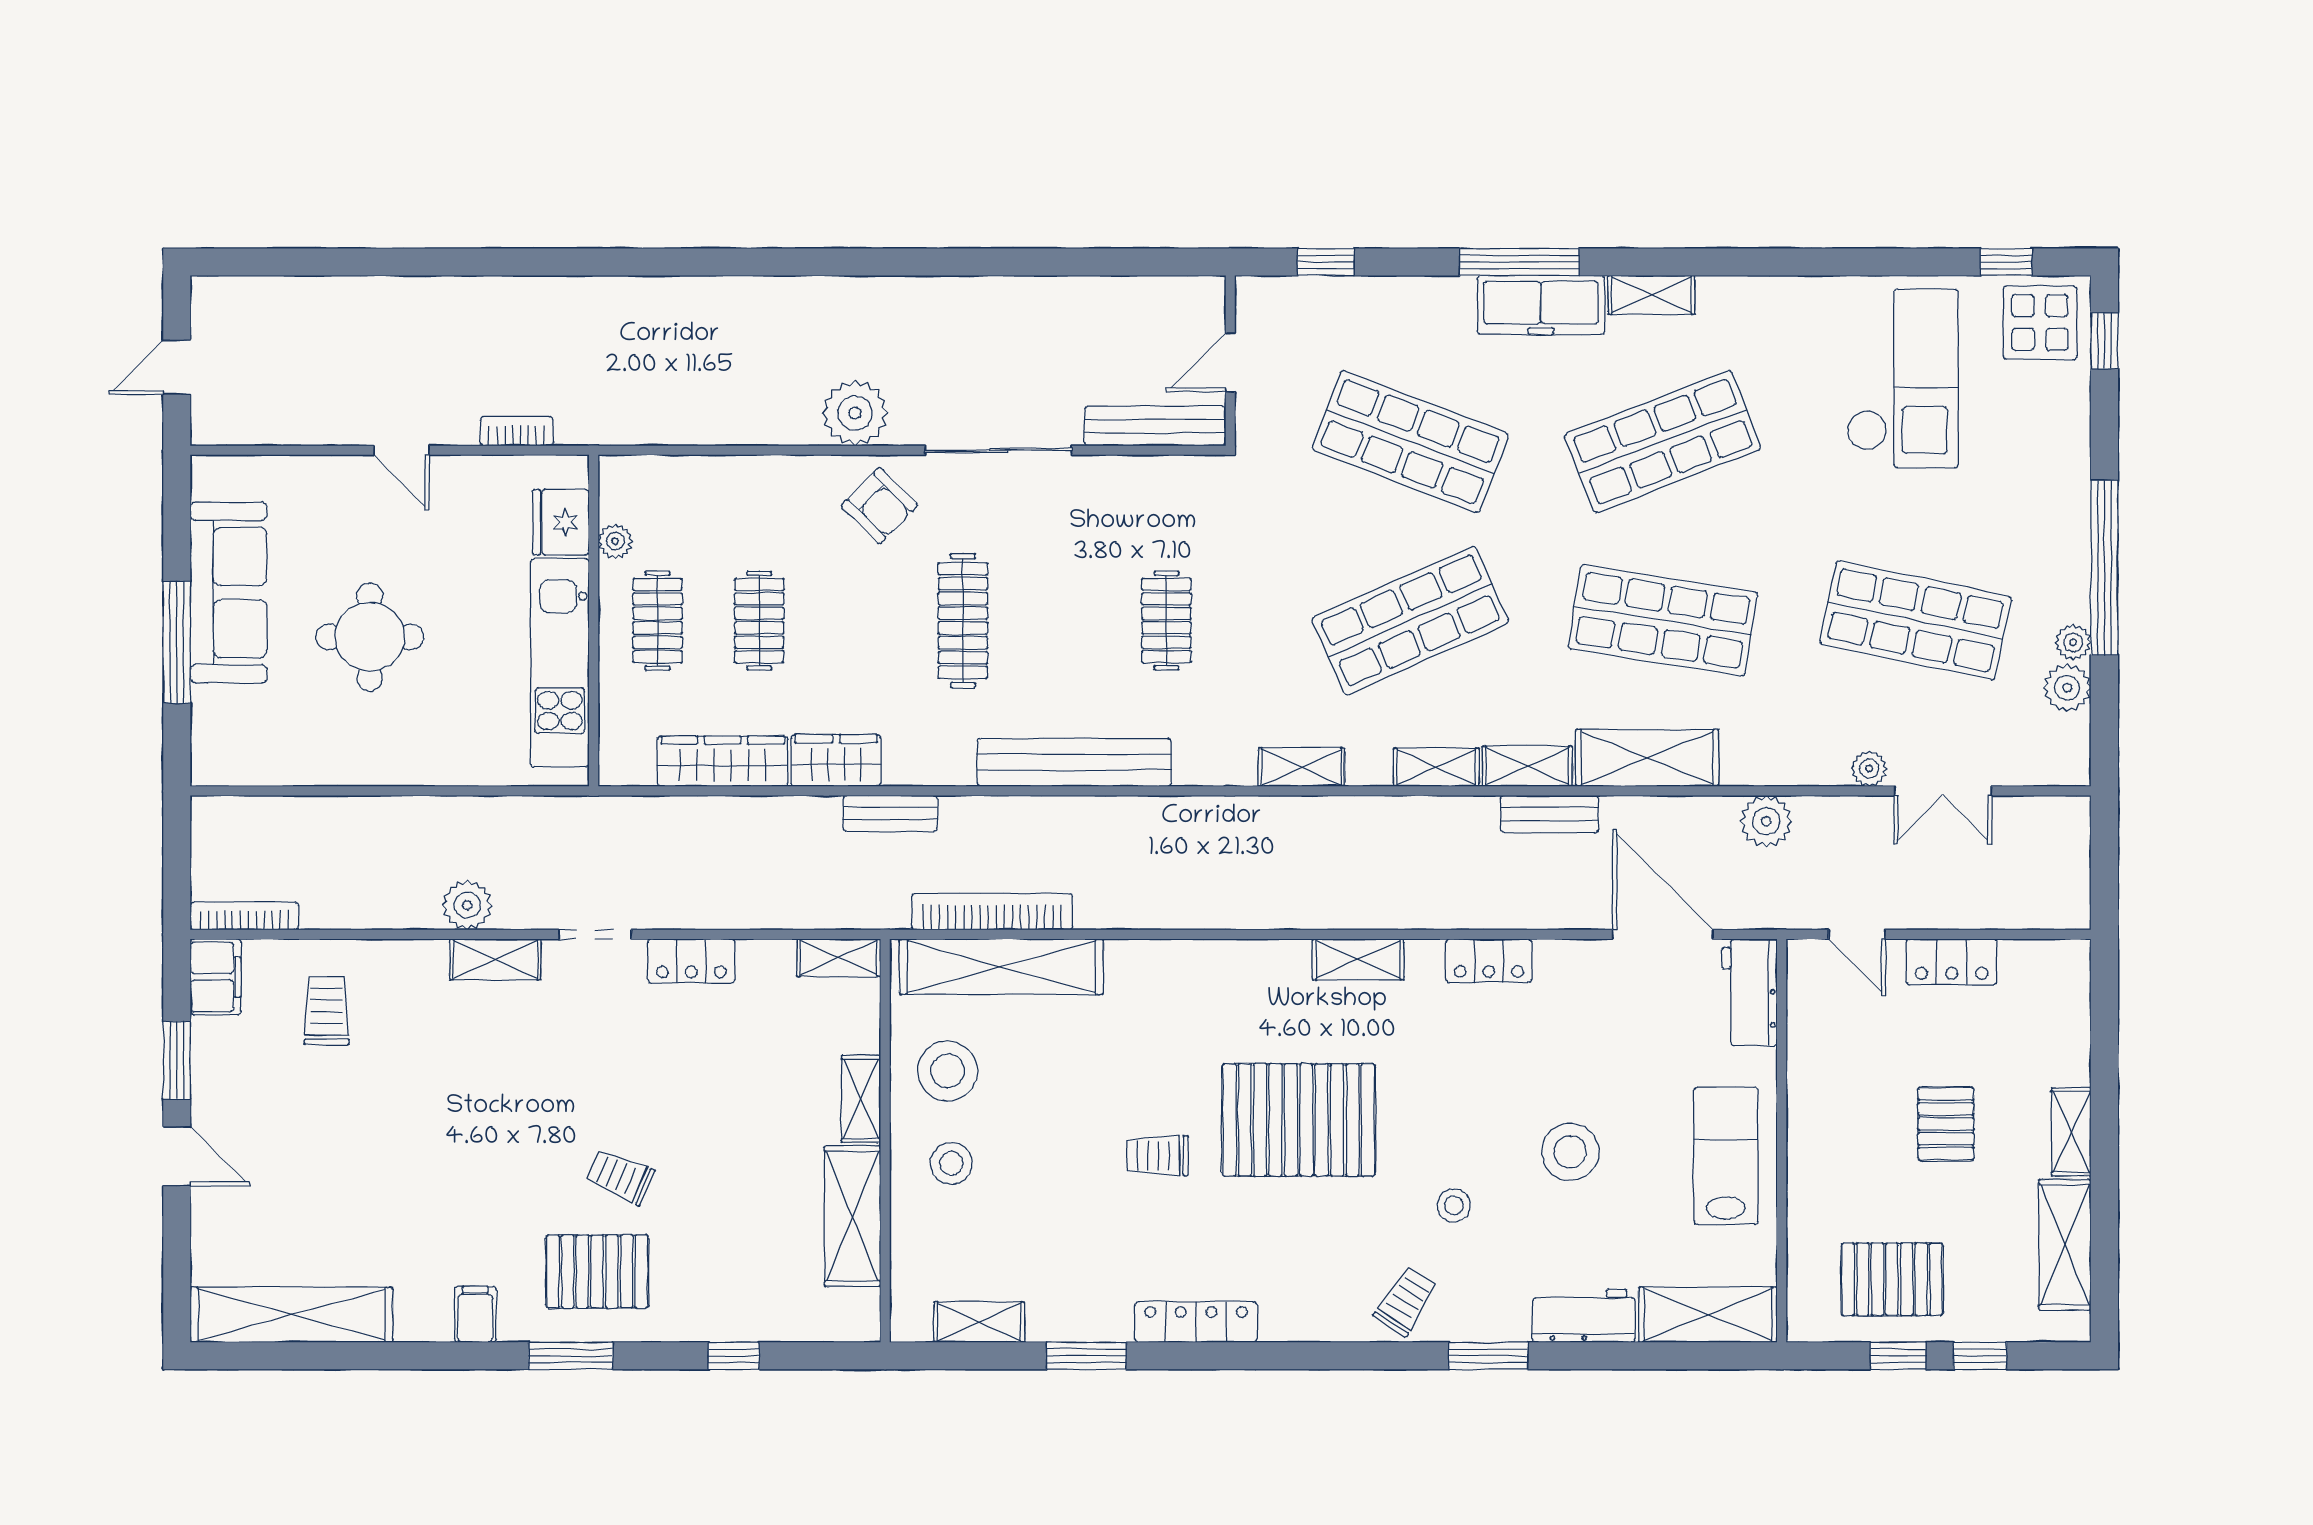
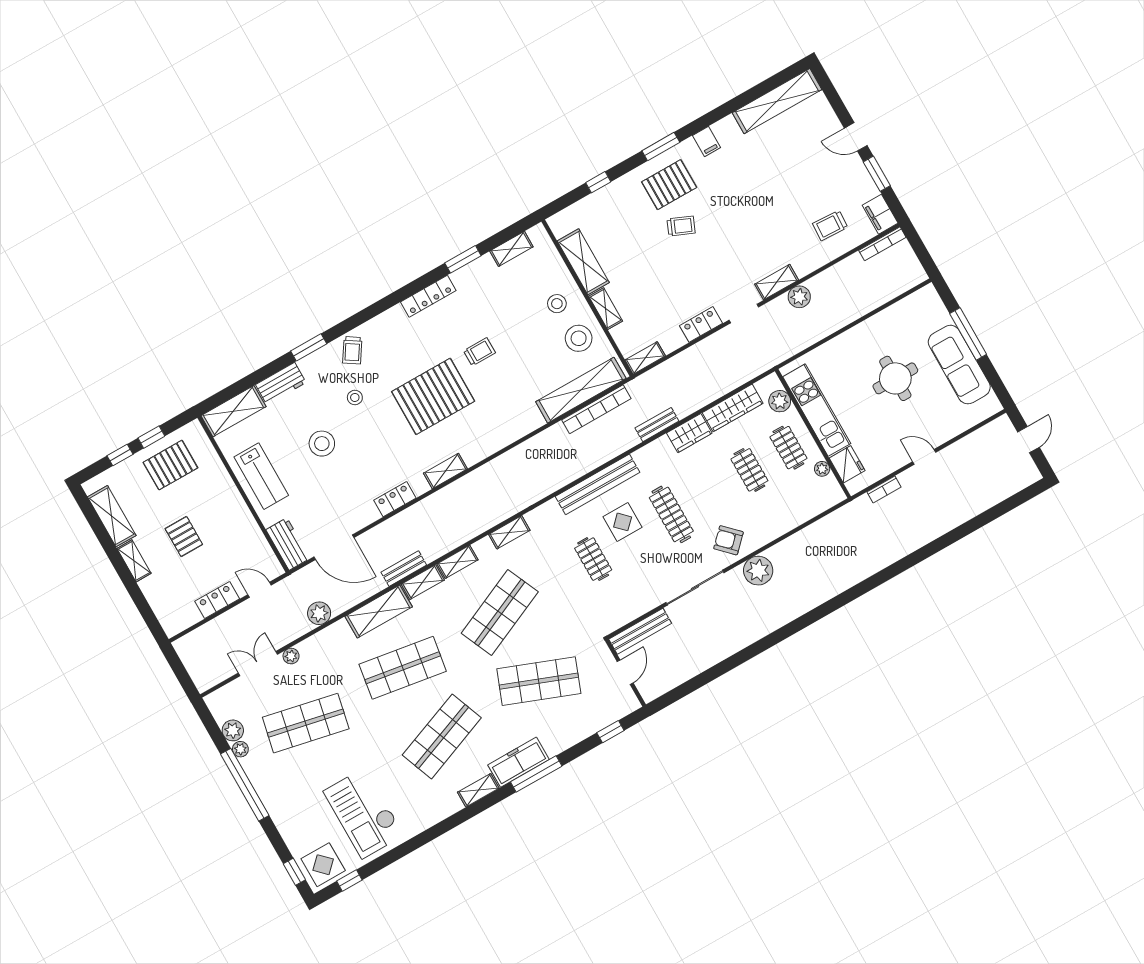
display table: (1067, 661) -> (623, 522), added
plant: (623, 722) -> (780, 401), added
trolley: (327, 1011) -> (830, 225), turned 93

